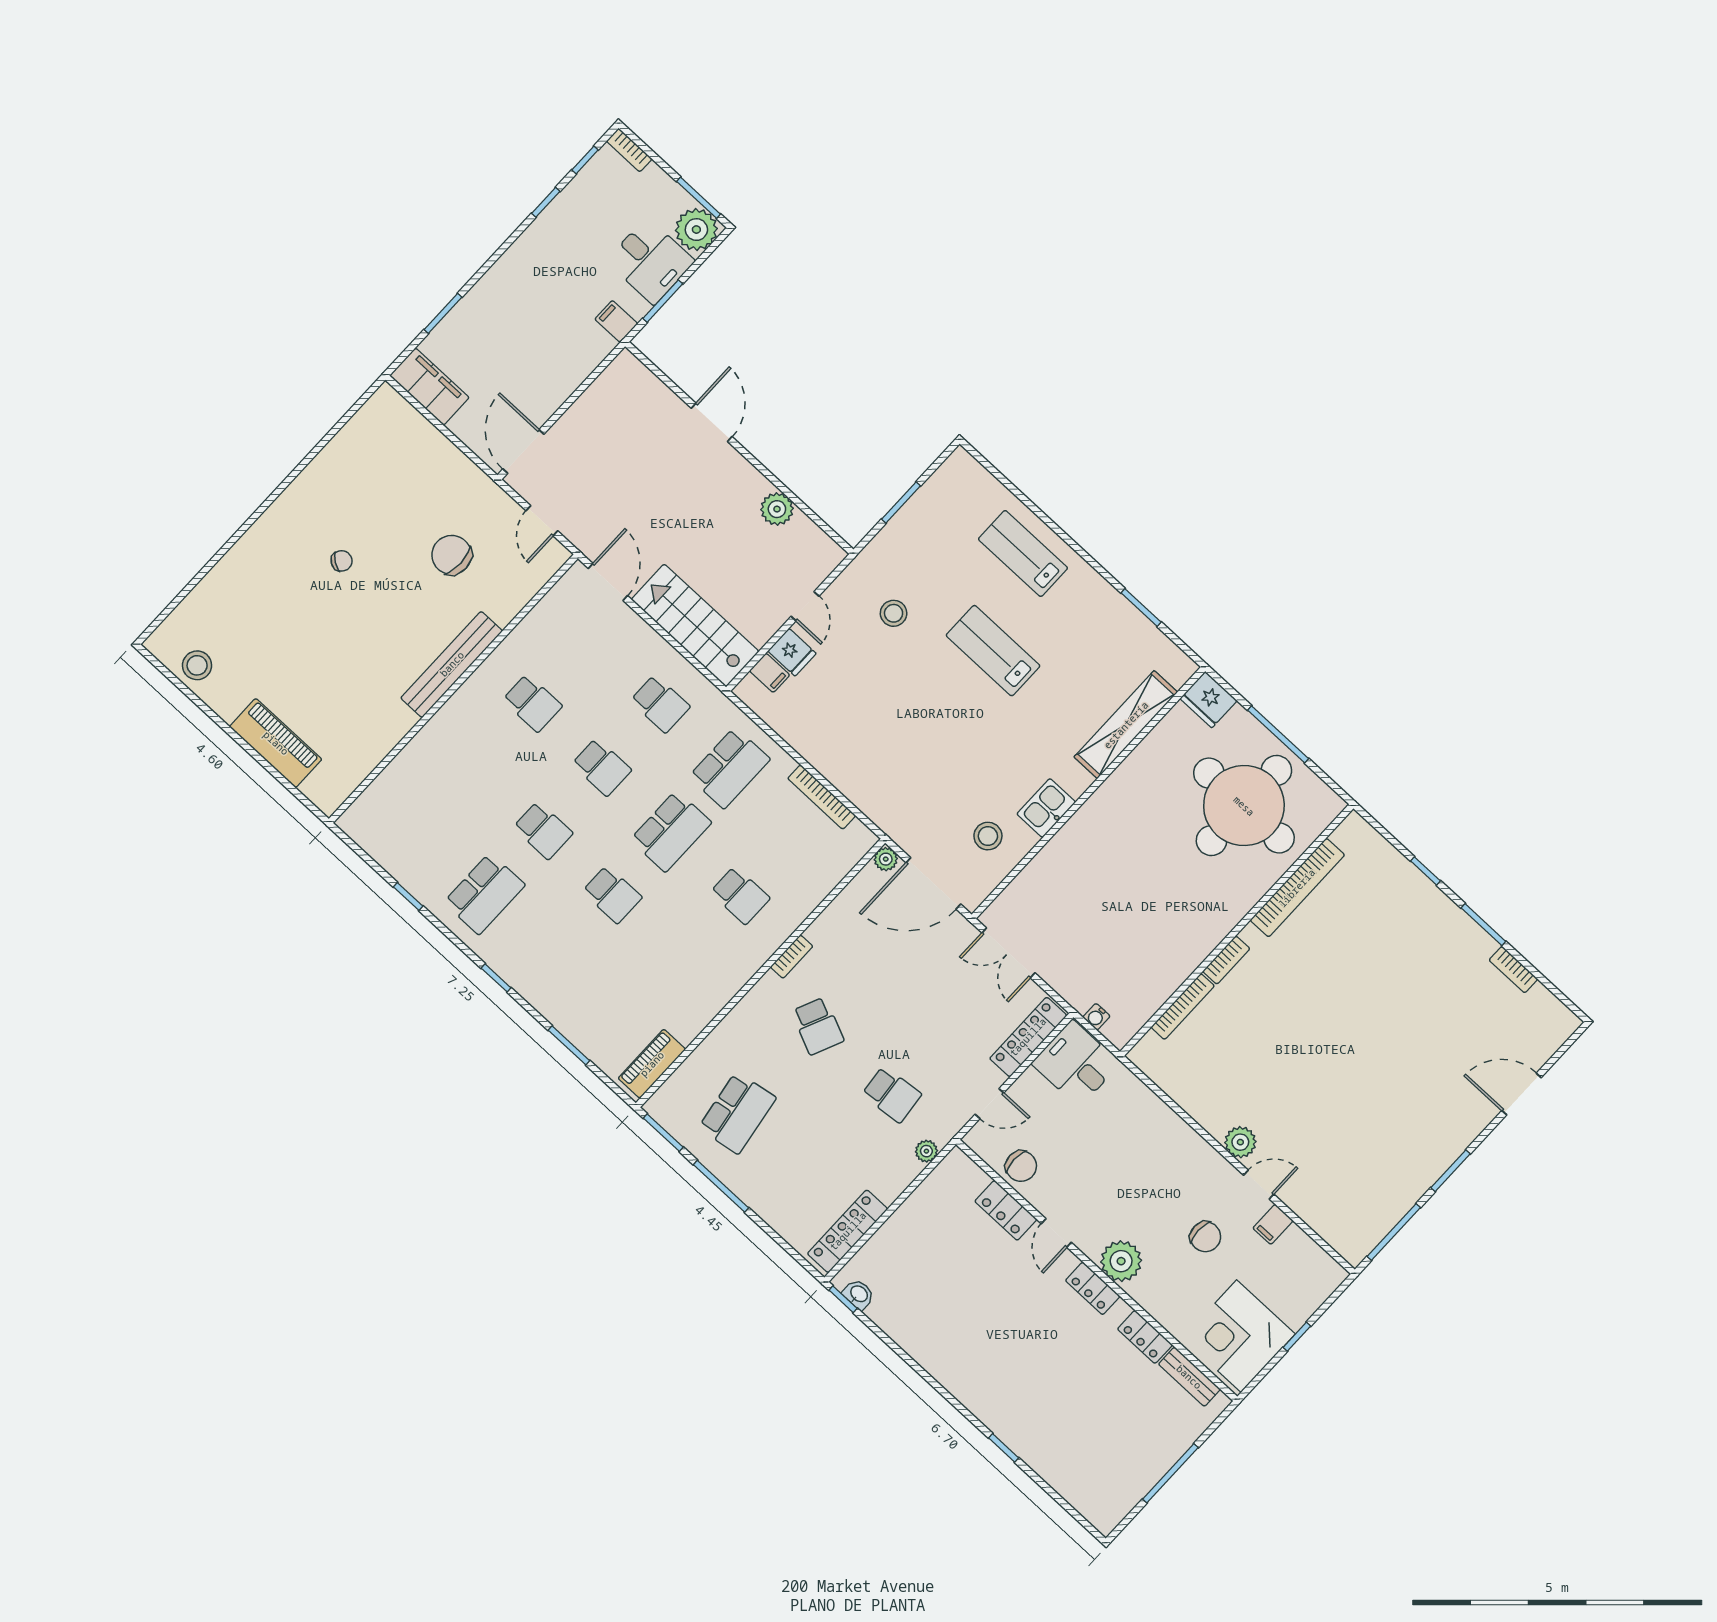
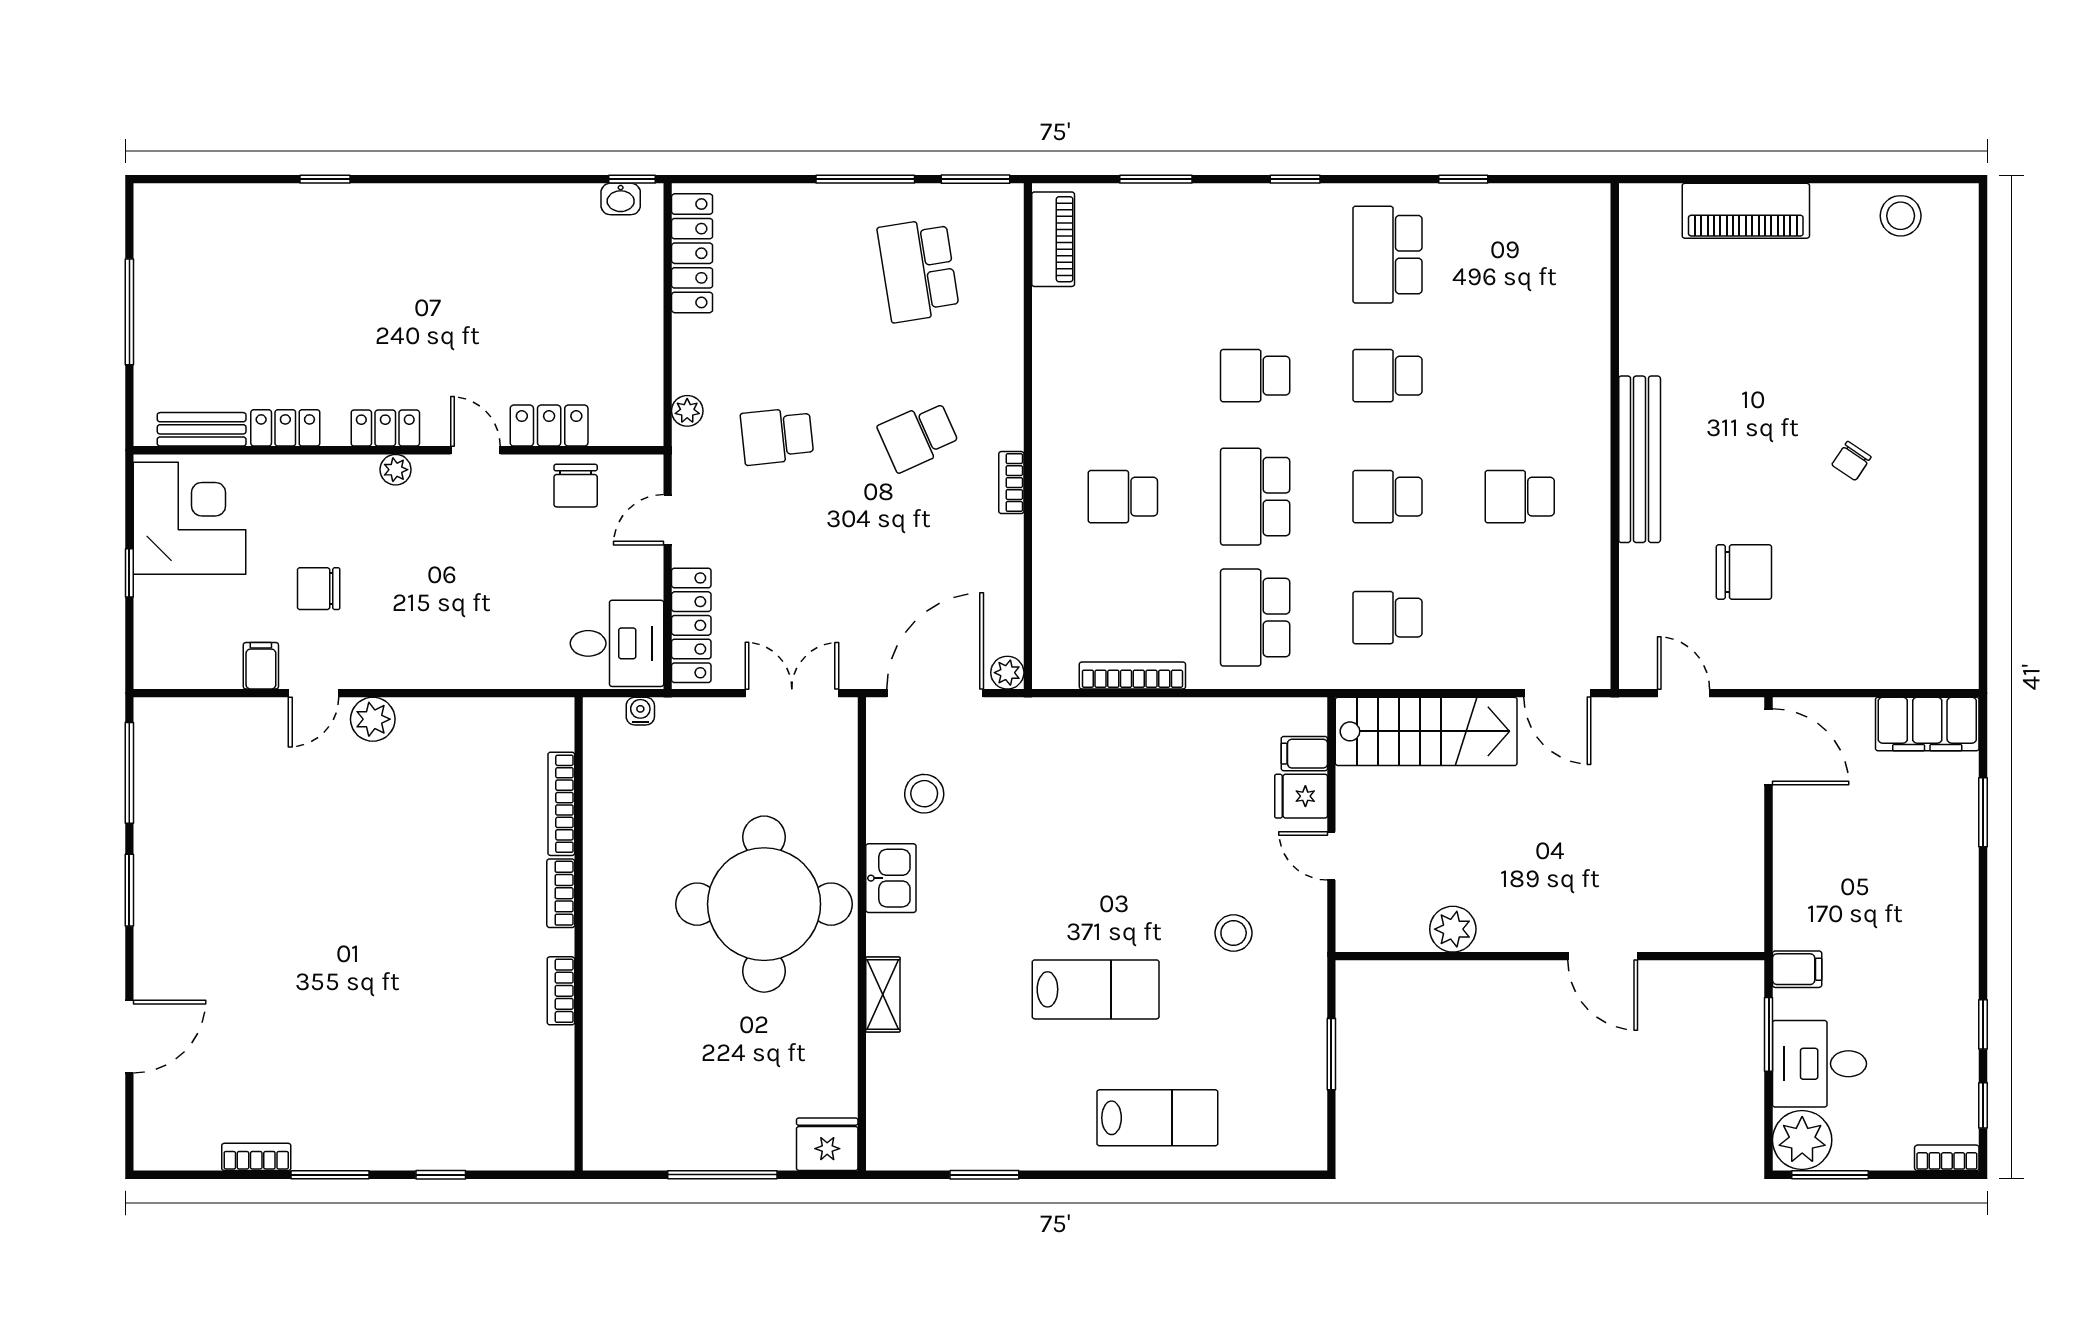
shelving: (1126, 725) -> (883, 995), width x0.45, depth x0.75
round table: (1244, 806) -> (764, 904), moved
bookcase: (1297, 888) -> (561, 991), width x0.43, depth x0.76
school desk: (818, 1026) -> (918, 436), turned -48
chair: (1021, 1166) -> (576, 486), turned -90
plant: (1121, 1261) -> (396, 470), width x0.53, depth x0.53

